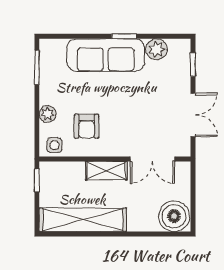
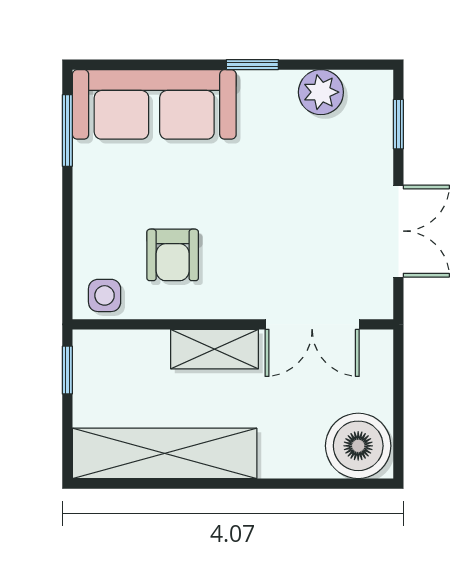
sofa: (106, 55) -> (154, 104), moved
plant: (48, 114) -> (90, 229), removed

